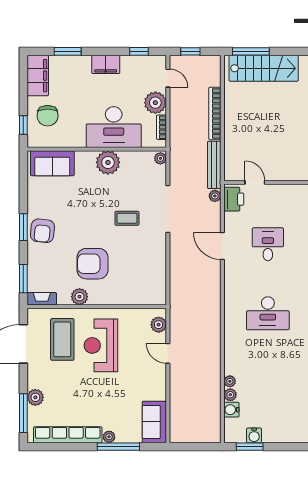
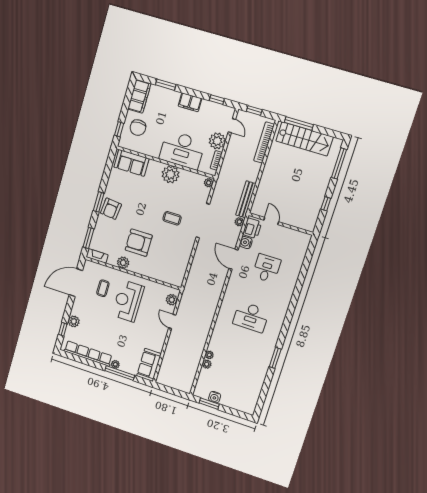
bookcase: (215, 113) -> (264, 142), moved
coffee table: (62, 339) -> (103, 288), width x0.54, depth x0.58
water cooler: (231, 410) -> (246, 243), moved
window: (23, 413) -> (63, 329), width x0.46

